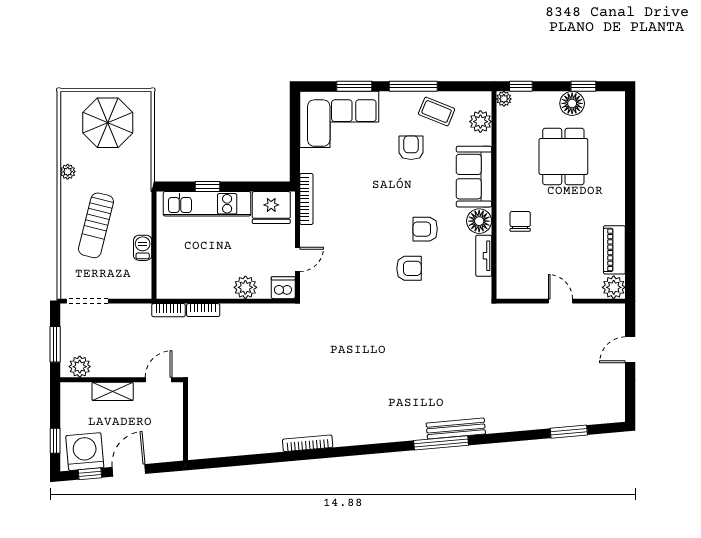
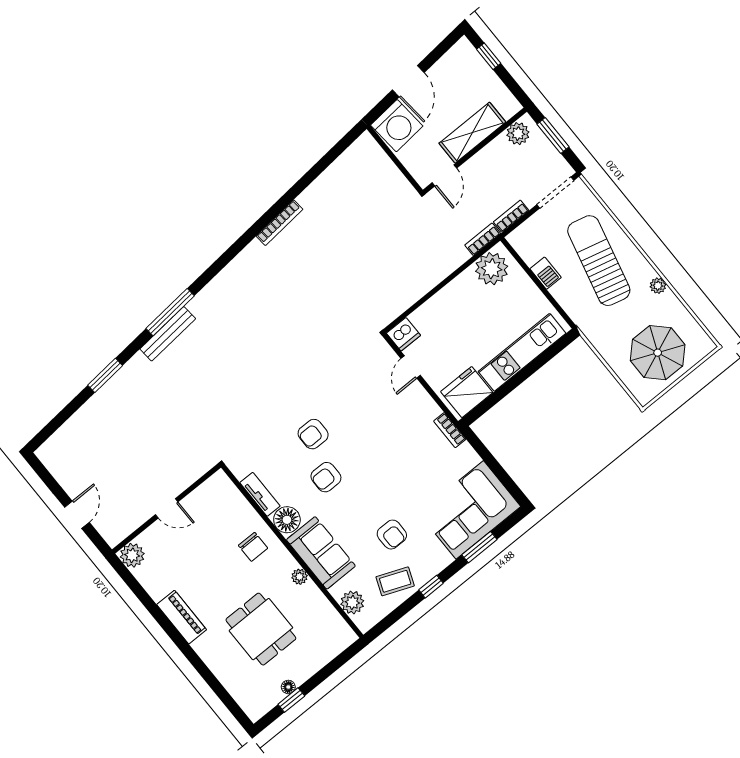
window: (413, 86) -> (431, 587), width x0.46
window: (521, 86) -> (343, 658), removed
plant: (504, 99) -> (299, 577), moved
floor lamp: (572, 103) -> (288, 687), width x0.53, depth x0.53
window: (208, 187) -> (533, 367), removed
bookcase: (306, 199) -> (450, 430), width x0.64
sun lounger: (96, 225) -> (599, 261), width x1.36, depth x1.34
armchair: (425, 229) -> (326, 477), turned 180
piano: (614, 250) -> (182, 617), moved
plant: (245, 287) -> (492, 269), moved, width x1.36, depth x1.36
bookcase: (203, 310) -> (511, 216), moved
shelving: (113, 391) -> (472, 133), width x1.50, depth x1.33
window: (569, 432) -> (105, 375), moved
washing machine: (85, 452) -> (397, 126), moved
window: (90, 474) -> (438, 52), removed

